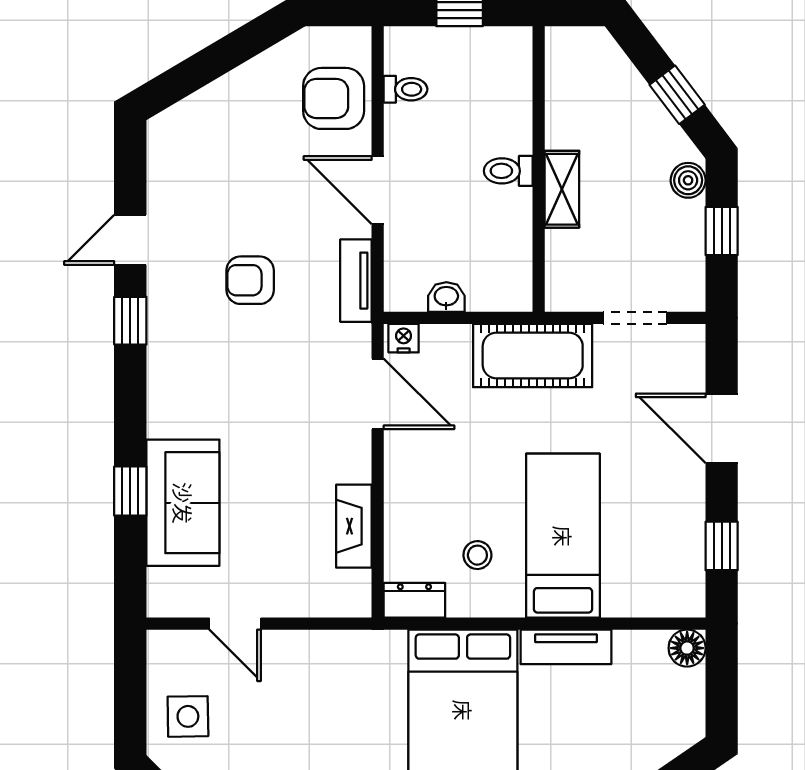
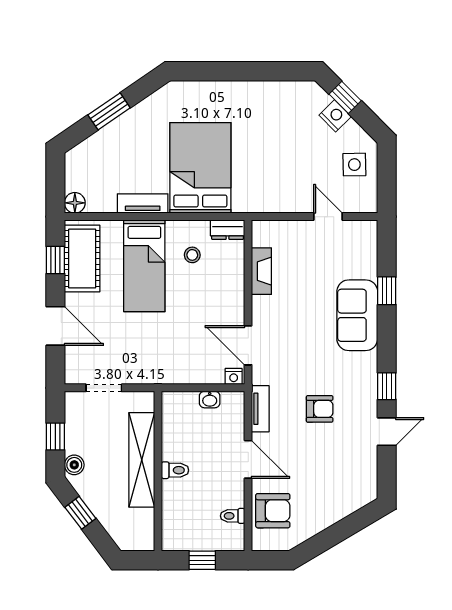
shelving: (562, 189) -> (142, 460), width x2.20, depth x1.33
cot: (533, 356) -> (82, 259), moved, turned 90
sofa: (183, 503) -> (357, 315), moved

